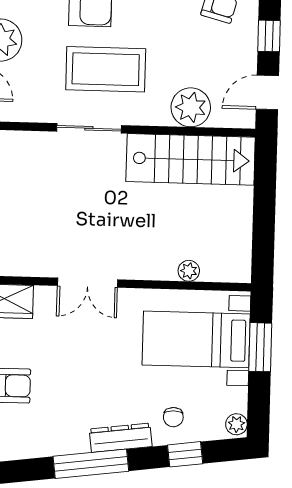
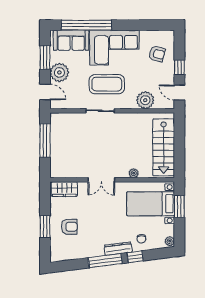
door: (267, 92) -> (179, 93), hinge flipped
stairs: (191, 159) -> (164, 147), moved, turned 90
plant: (189, 271) -> (134, 173), moved
window: (185, 454) -> (135, 257), moved

